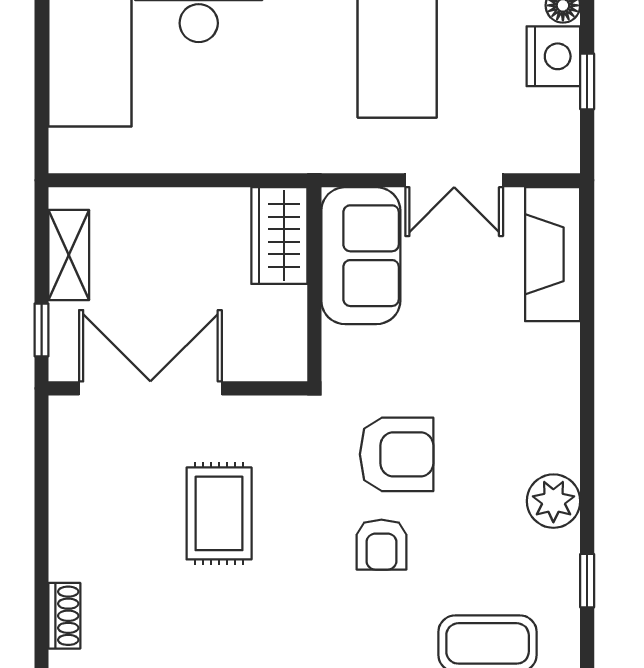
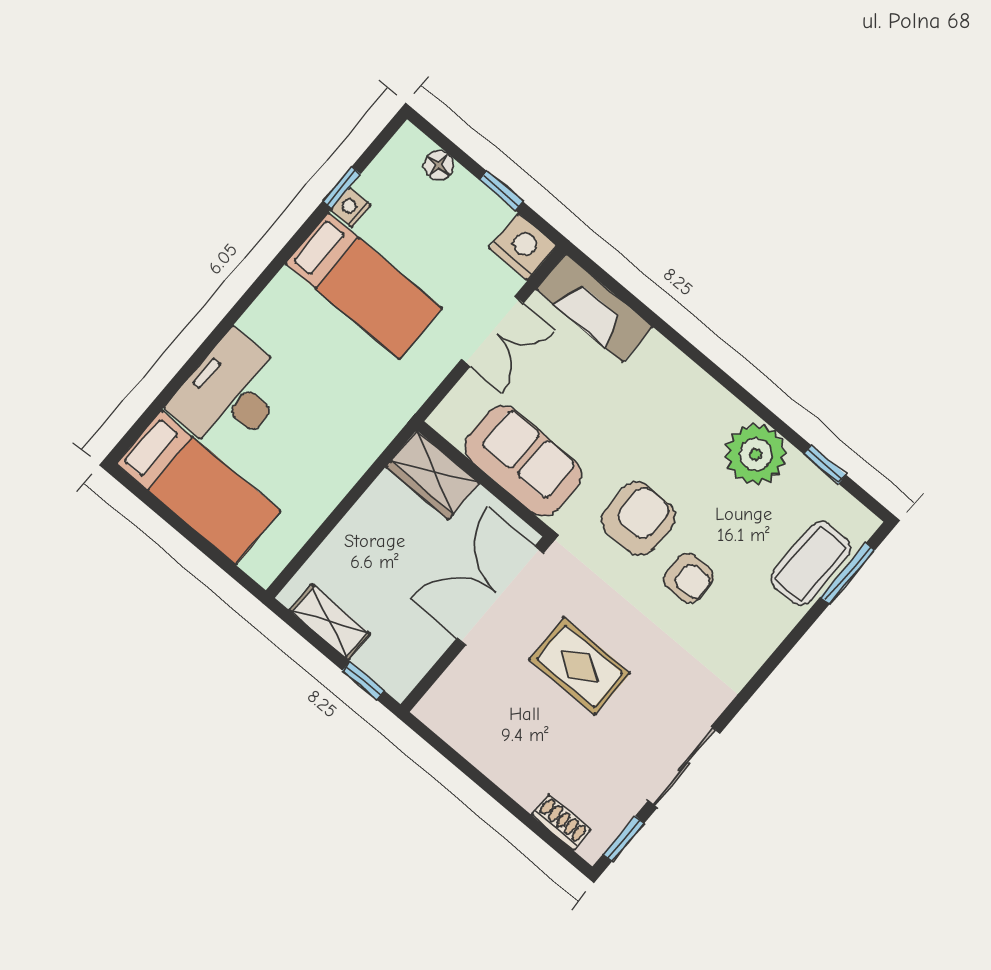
nightstand: (553, 56) -> (523, 247), moved
sofa: (361, 256) -> (523, 461), moved
double door: (150, 388) -> (500, 596), moved
plant: (553, 501) -> (756, 454), width x1.36, depth x1.36

